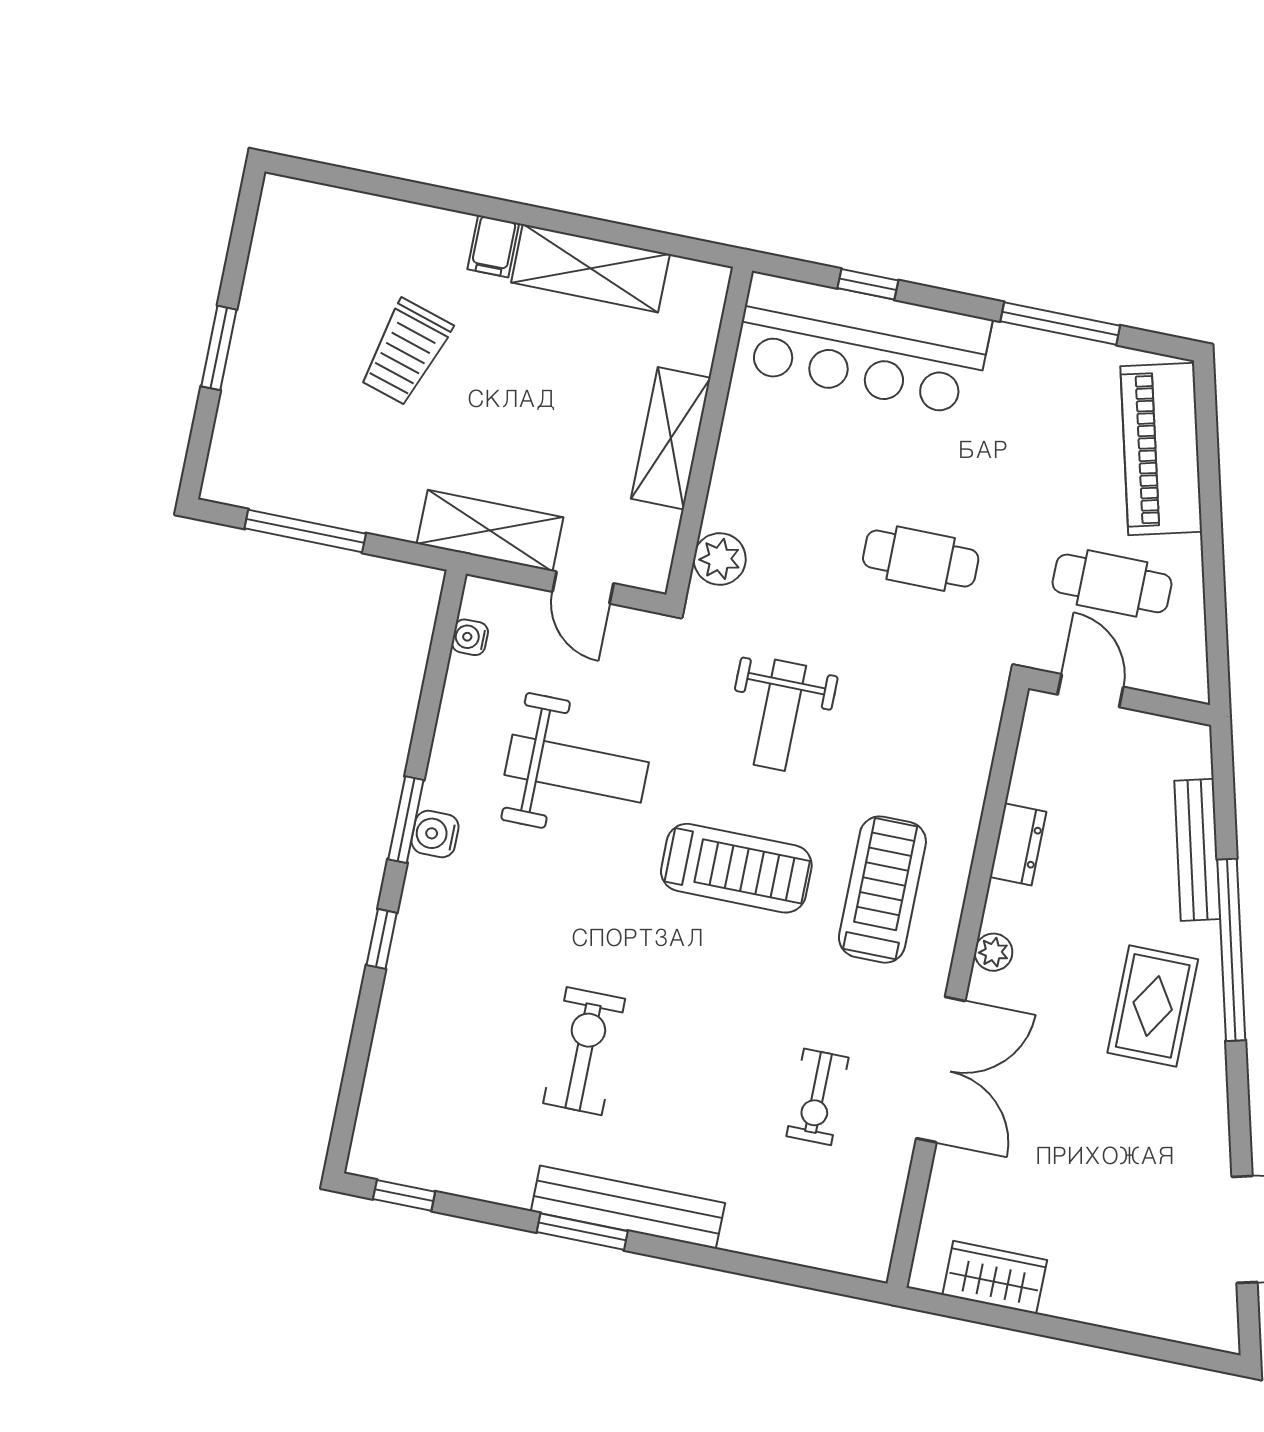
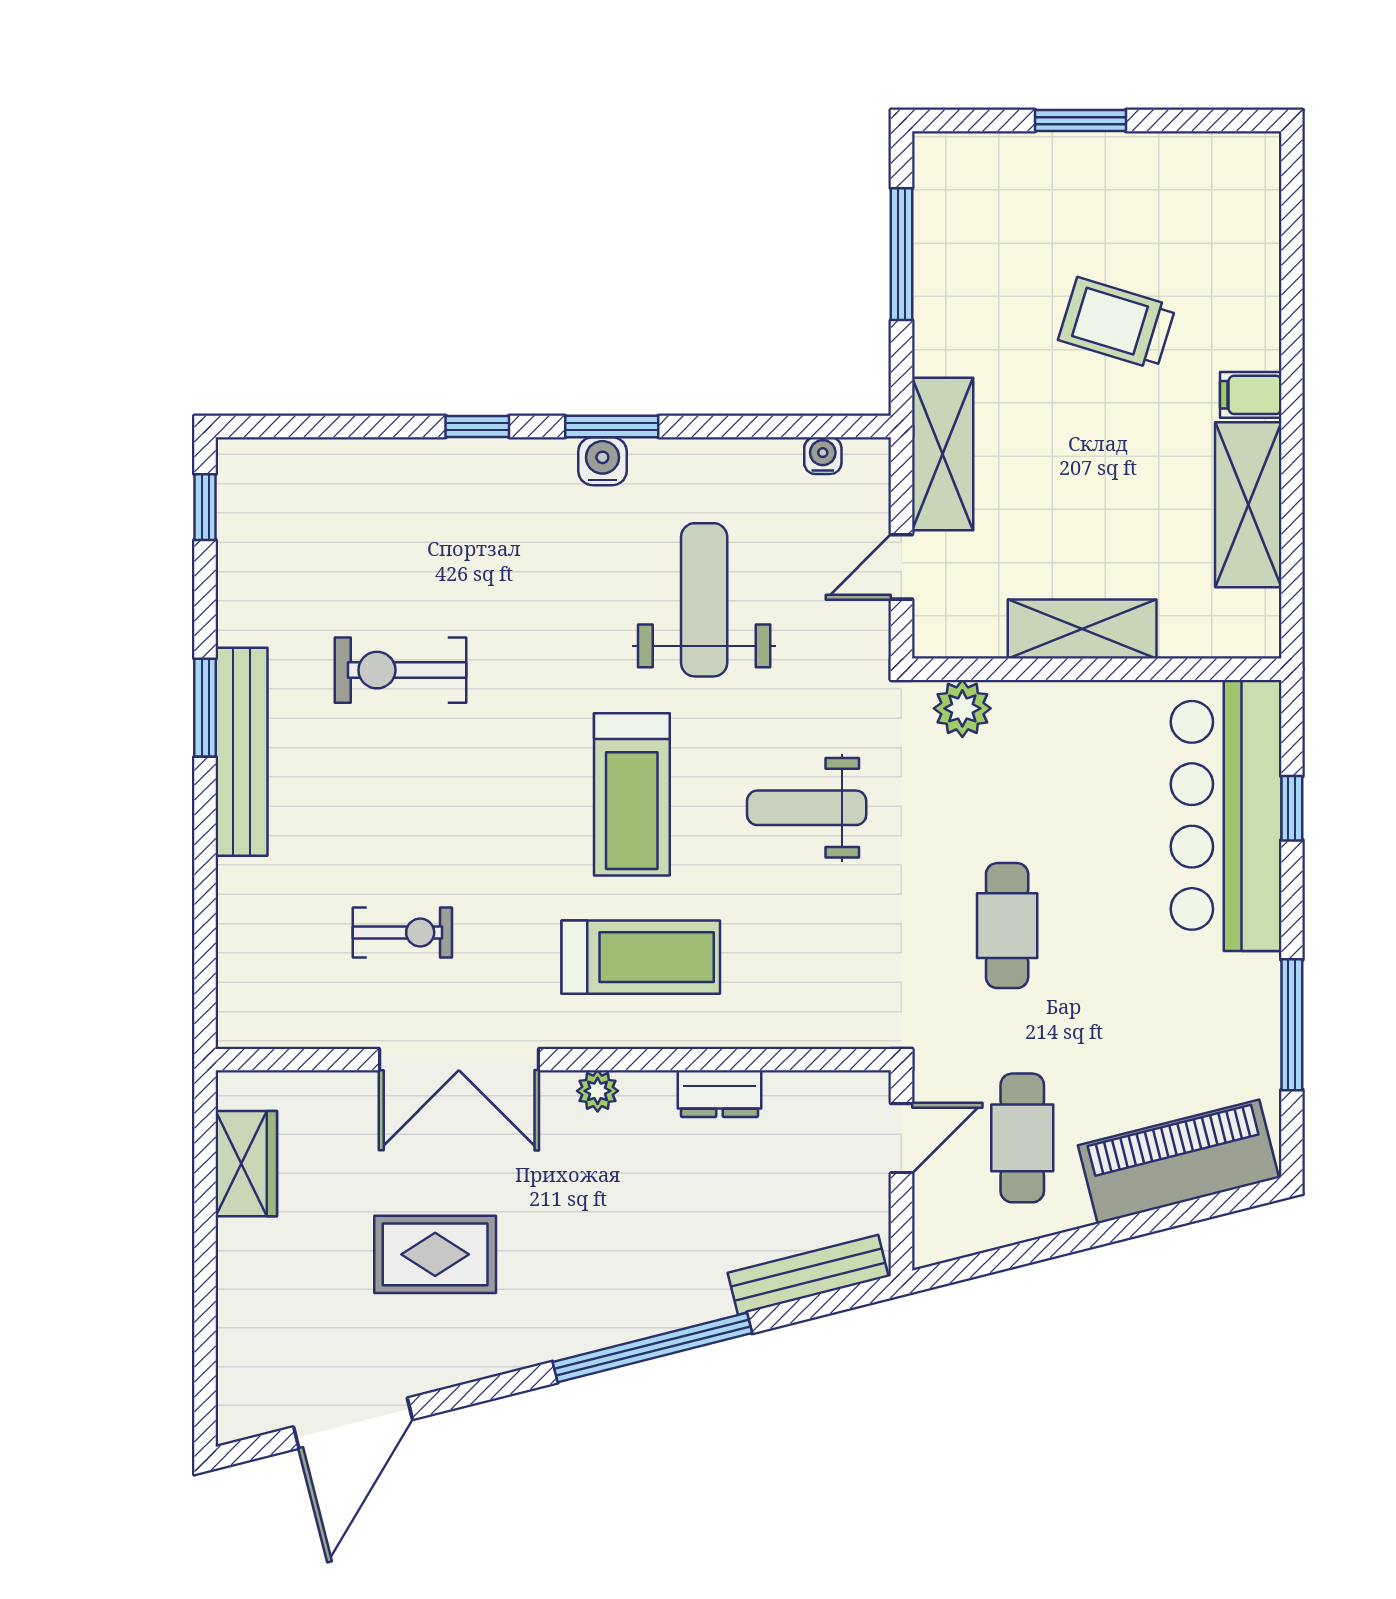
weight bench: (577, 769) -> (704, 600), turned 180
bench: (1197, 850) -> (808, 1275), moved
rug: (1153, 1006) -> (435, 1254), moved
exercise bike: (584, 1051) -> (401, 670), turned 180
exercise bike: (818, 1097) -> (402, 933), turned 180

